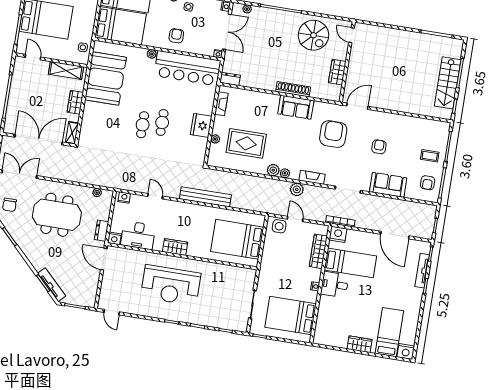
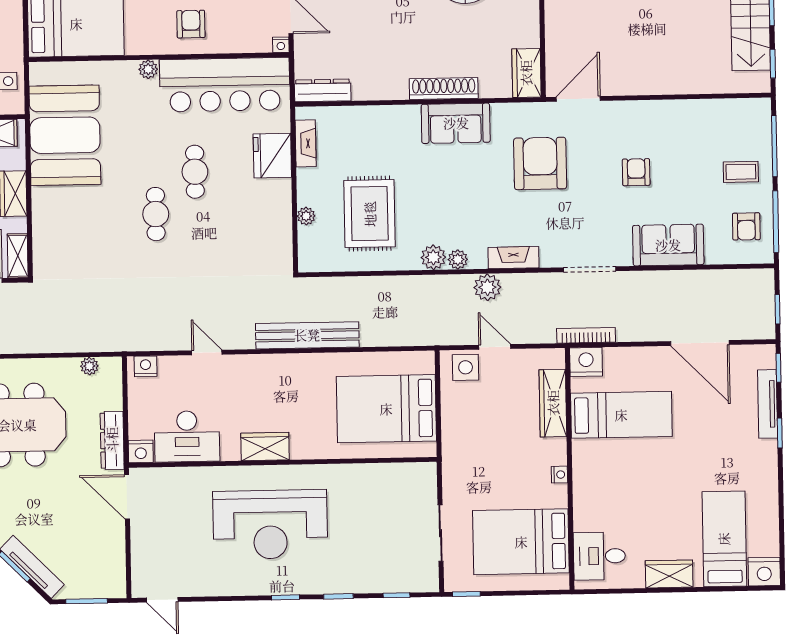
wardrobe: (337, 72) -> (526, 73), moved
dresser: (230, 79) -> (323, 90), width x1.44
cafe table: (162, 122) -> (195, 172), moved
fridge: (201, 125) -> (272, 156), moved
rug: (246, 143) -> (370, 214), turned 90
dresser: (102, 231) -> (112, 440), width x1.44
desk: (335, 285) -> (599, 556), moved

